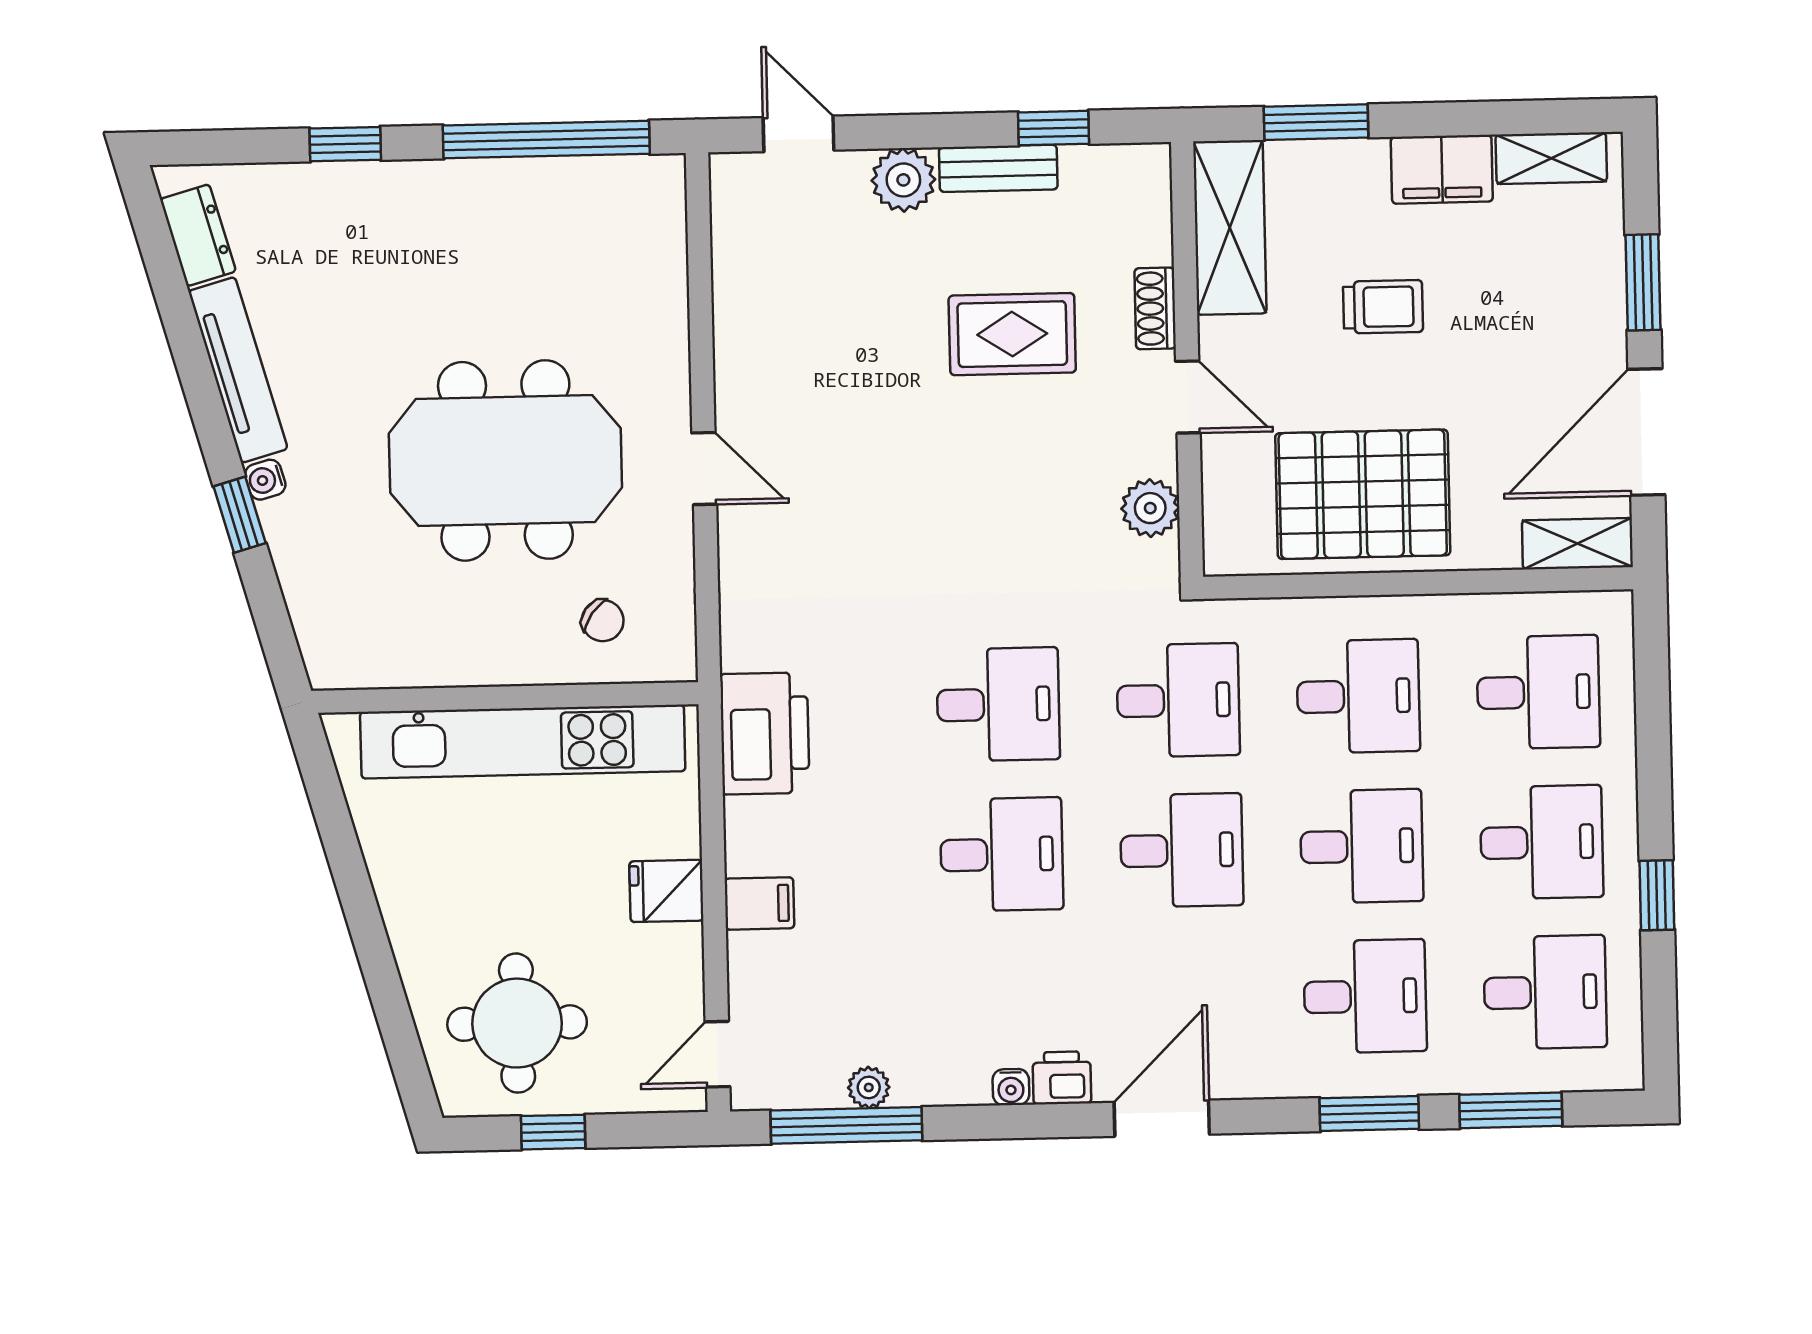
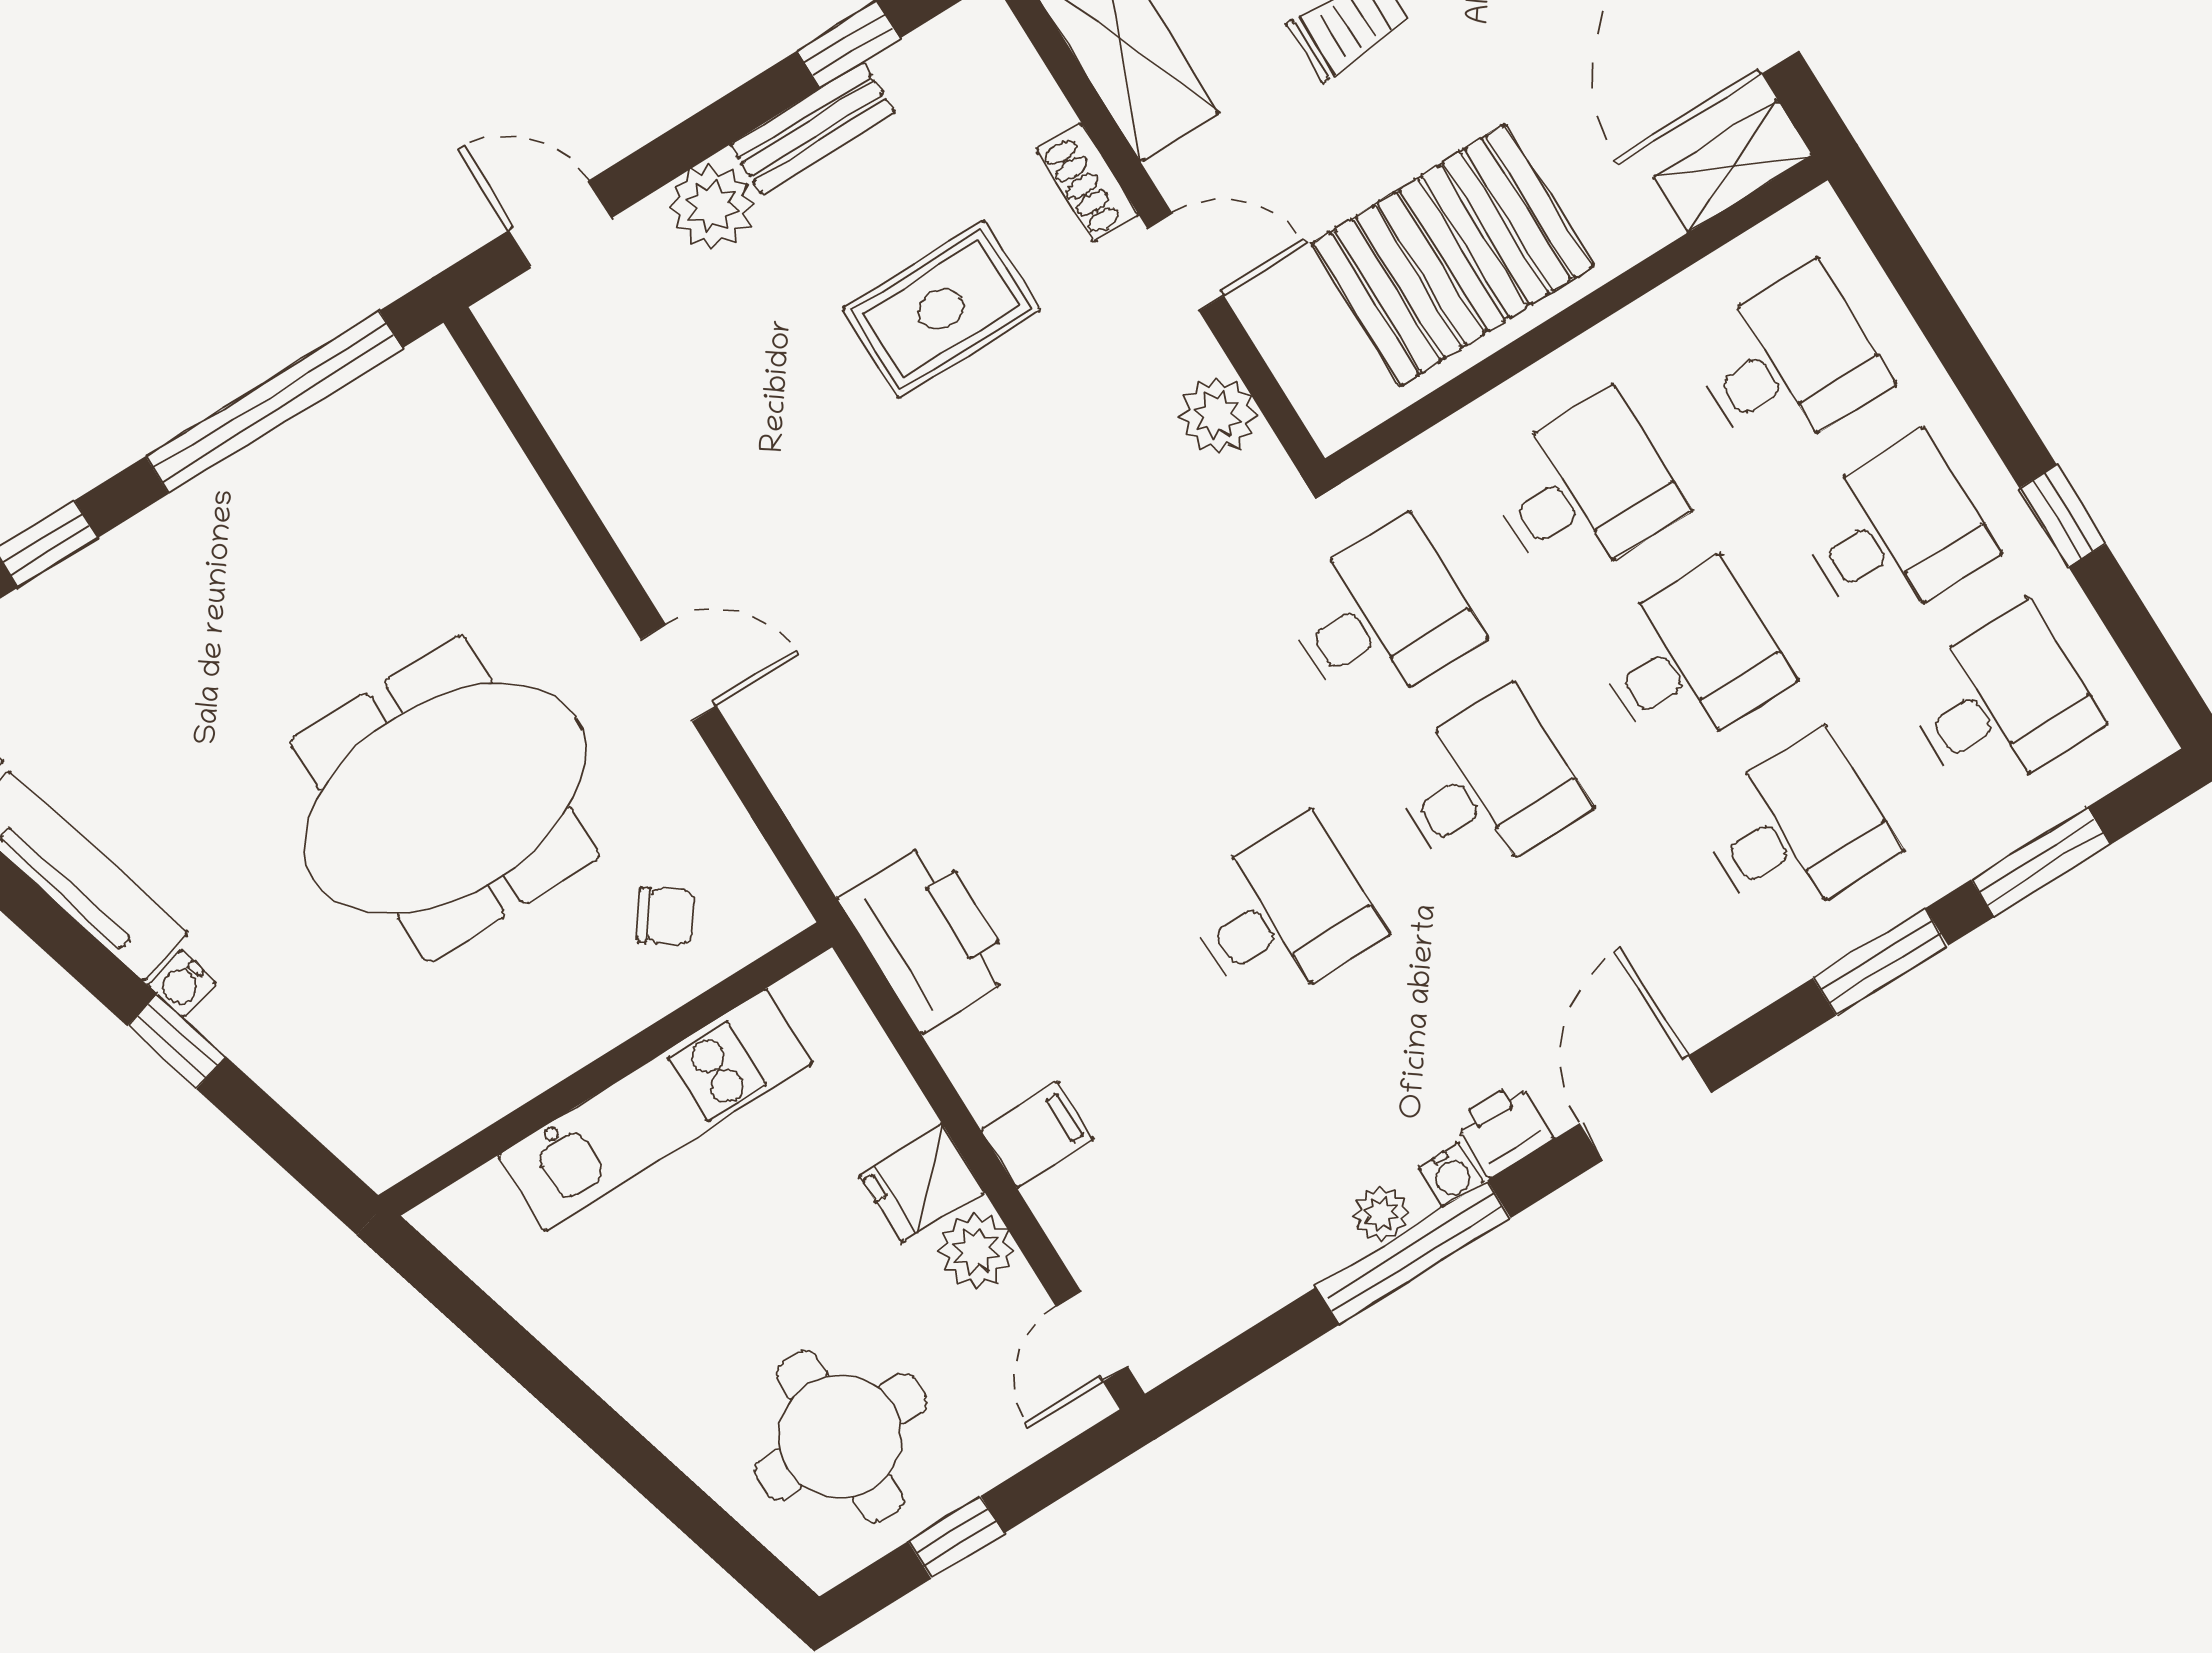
desk: (998, 704) -> (1176, 744), removed
kitchen unit: (523, 742) -> (656, 1110), width x0.73
plant: (676, 954) -> (976, 1250), added
plant: (869, 1087) -> (1381, 1214), moved
window: (846, 1125) -> (1413, 1253), moved

